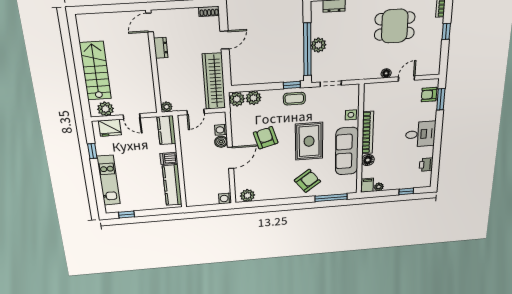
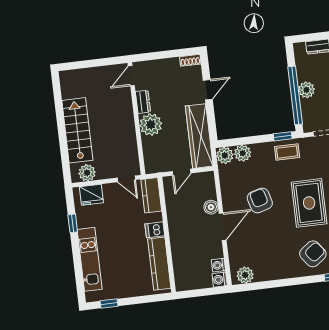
plant: (167, 107) -> (151, 125), moved, width x1.87, depth x1.87
door: (132, 116) -> (126, 179), moved
washing machine: (221, 130) -> (219, 265), moved

